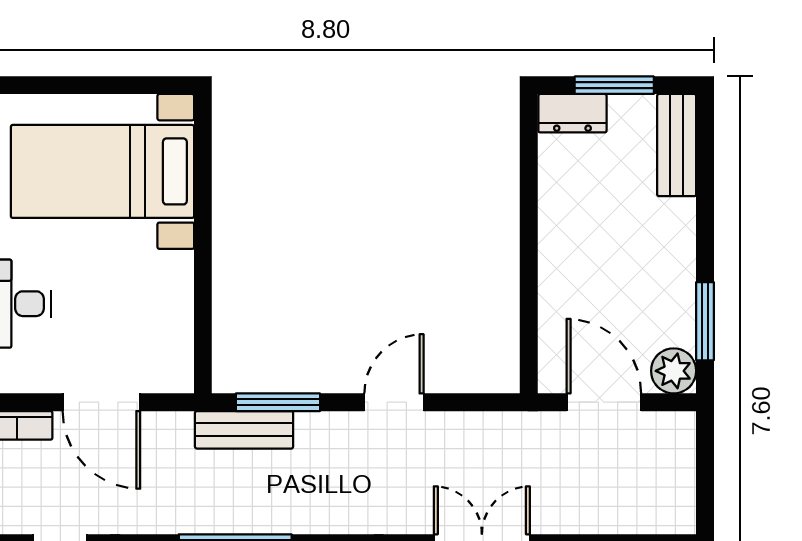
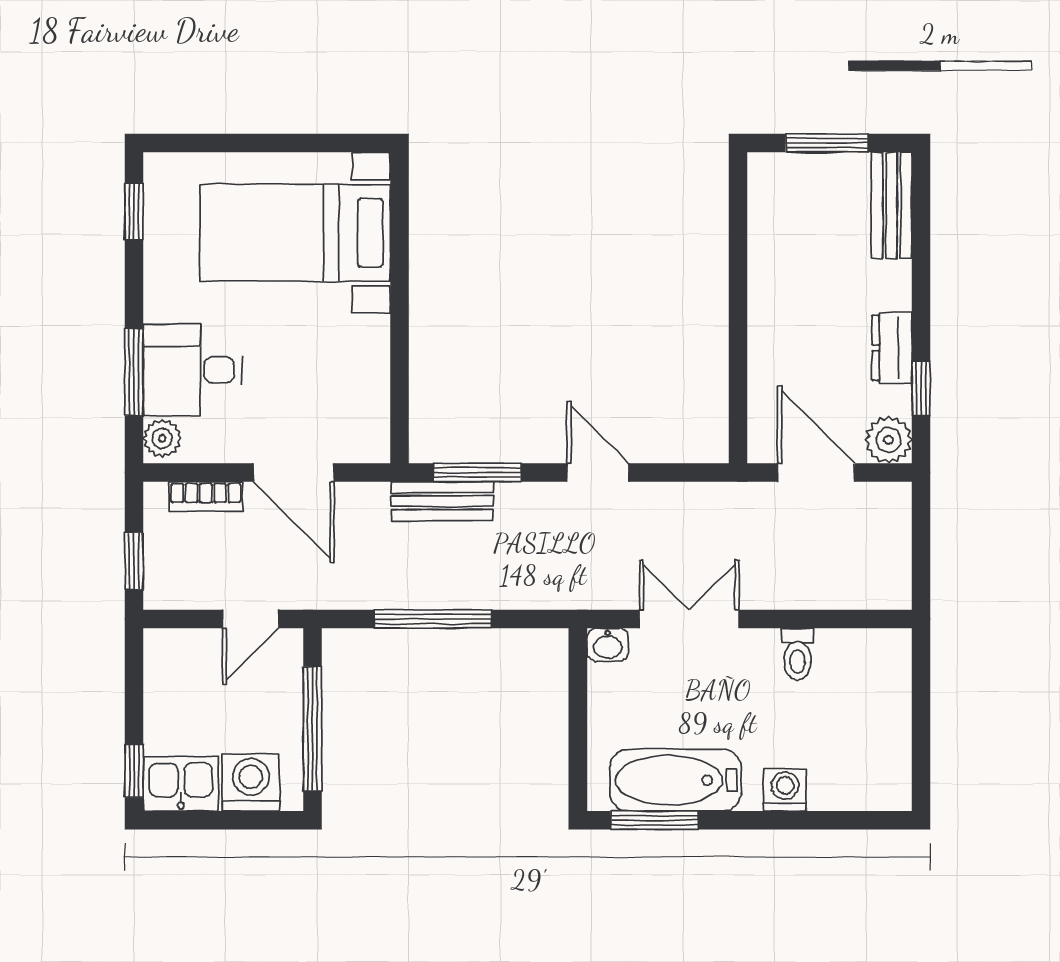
dresser: (572, 113) -> (892, 348), moved, turned 90
window: (705, 321) -> (921, 388), width x0.67
door: (394, 402) -> (598, 472), hinge flipped

